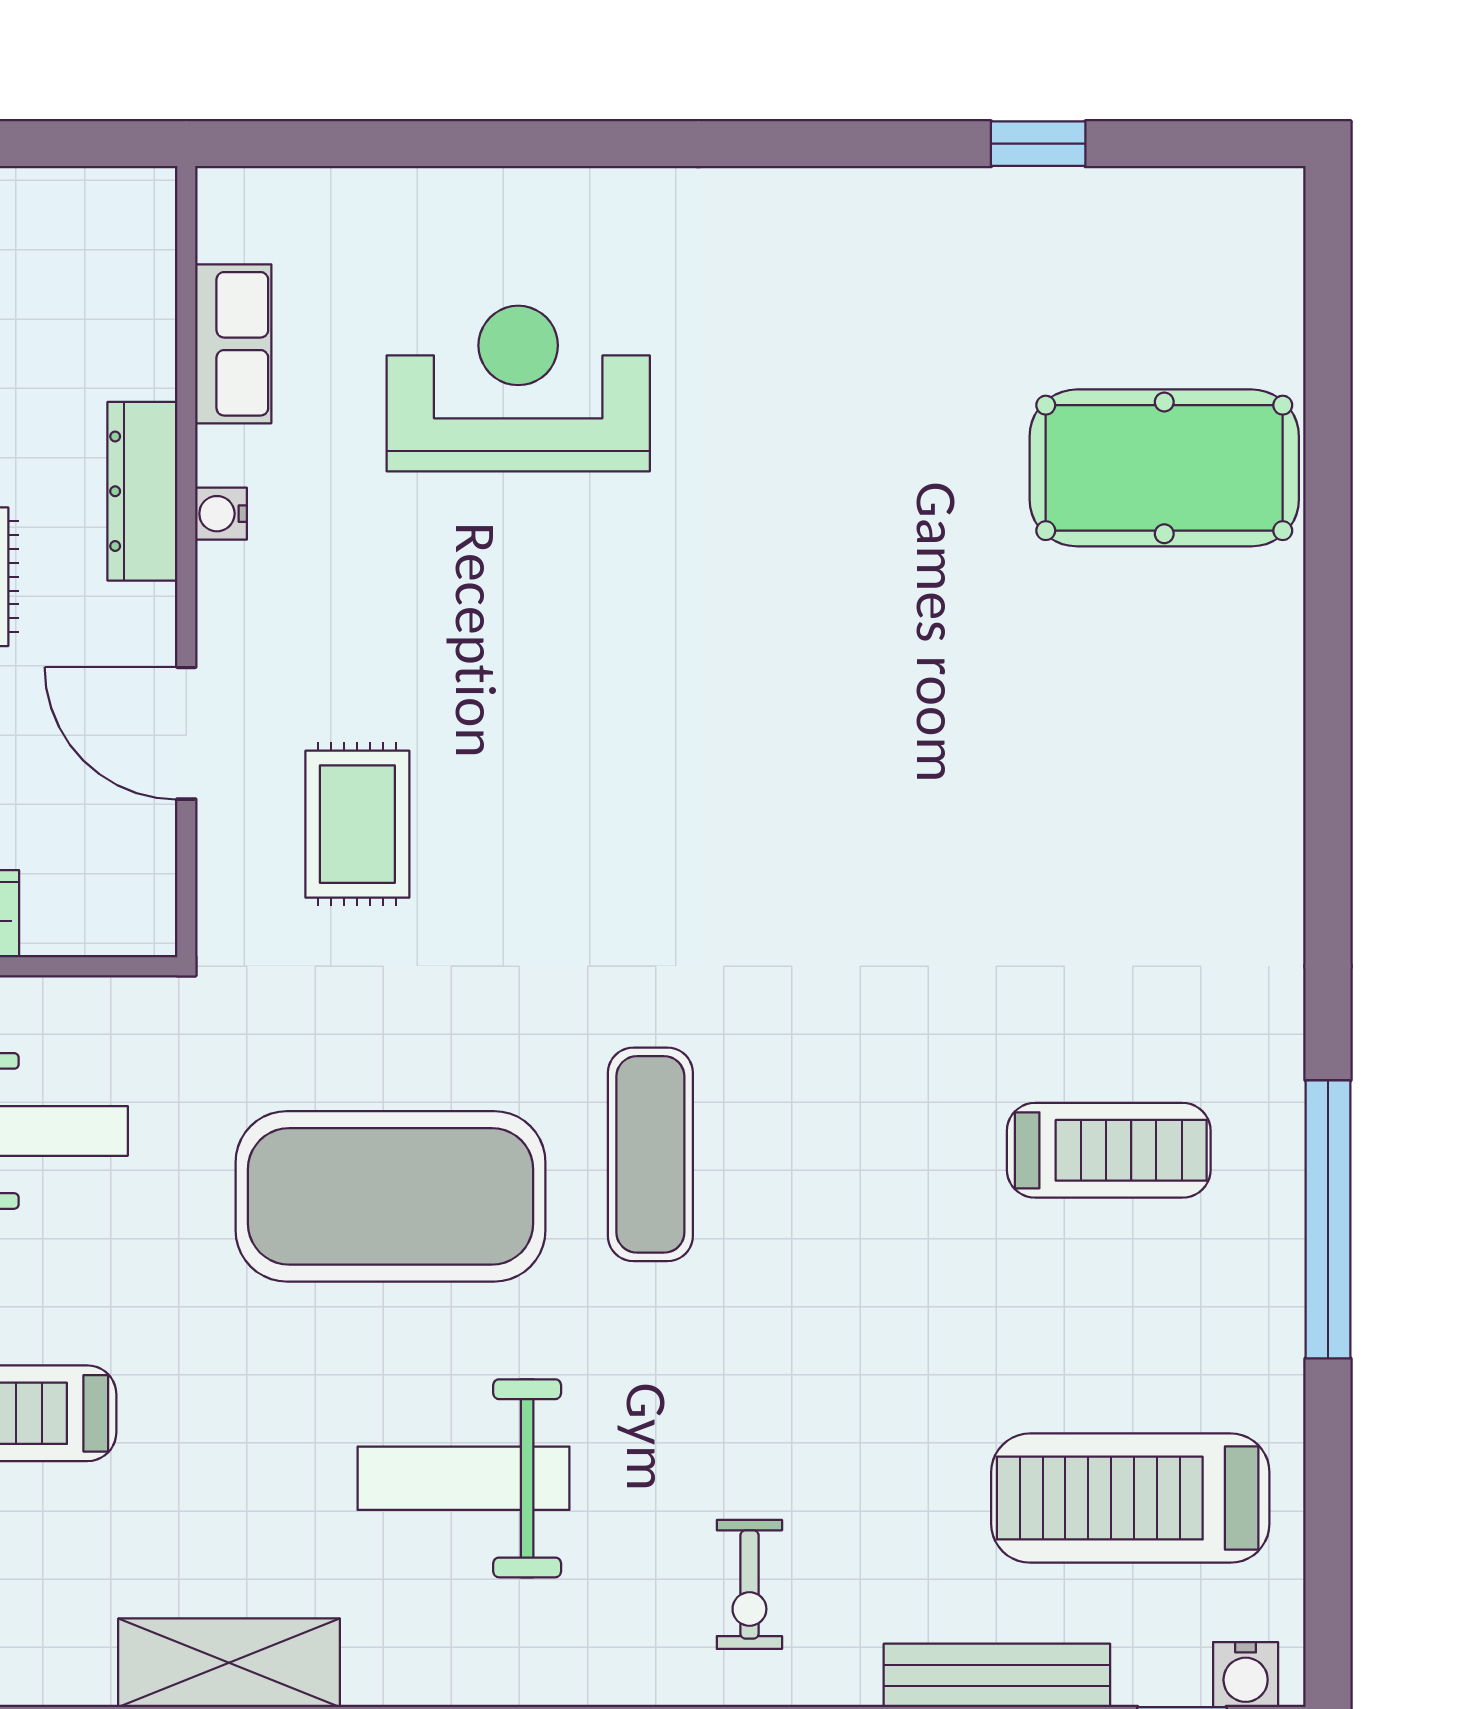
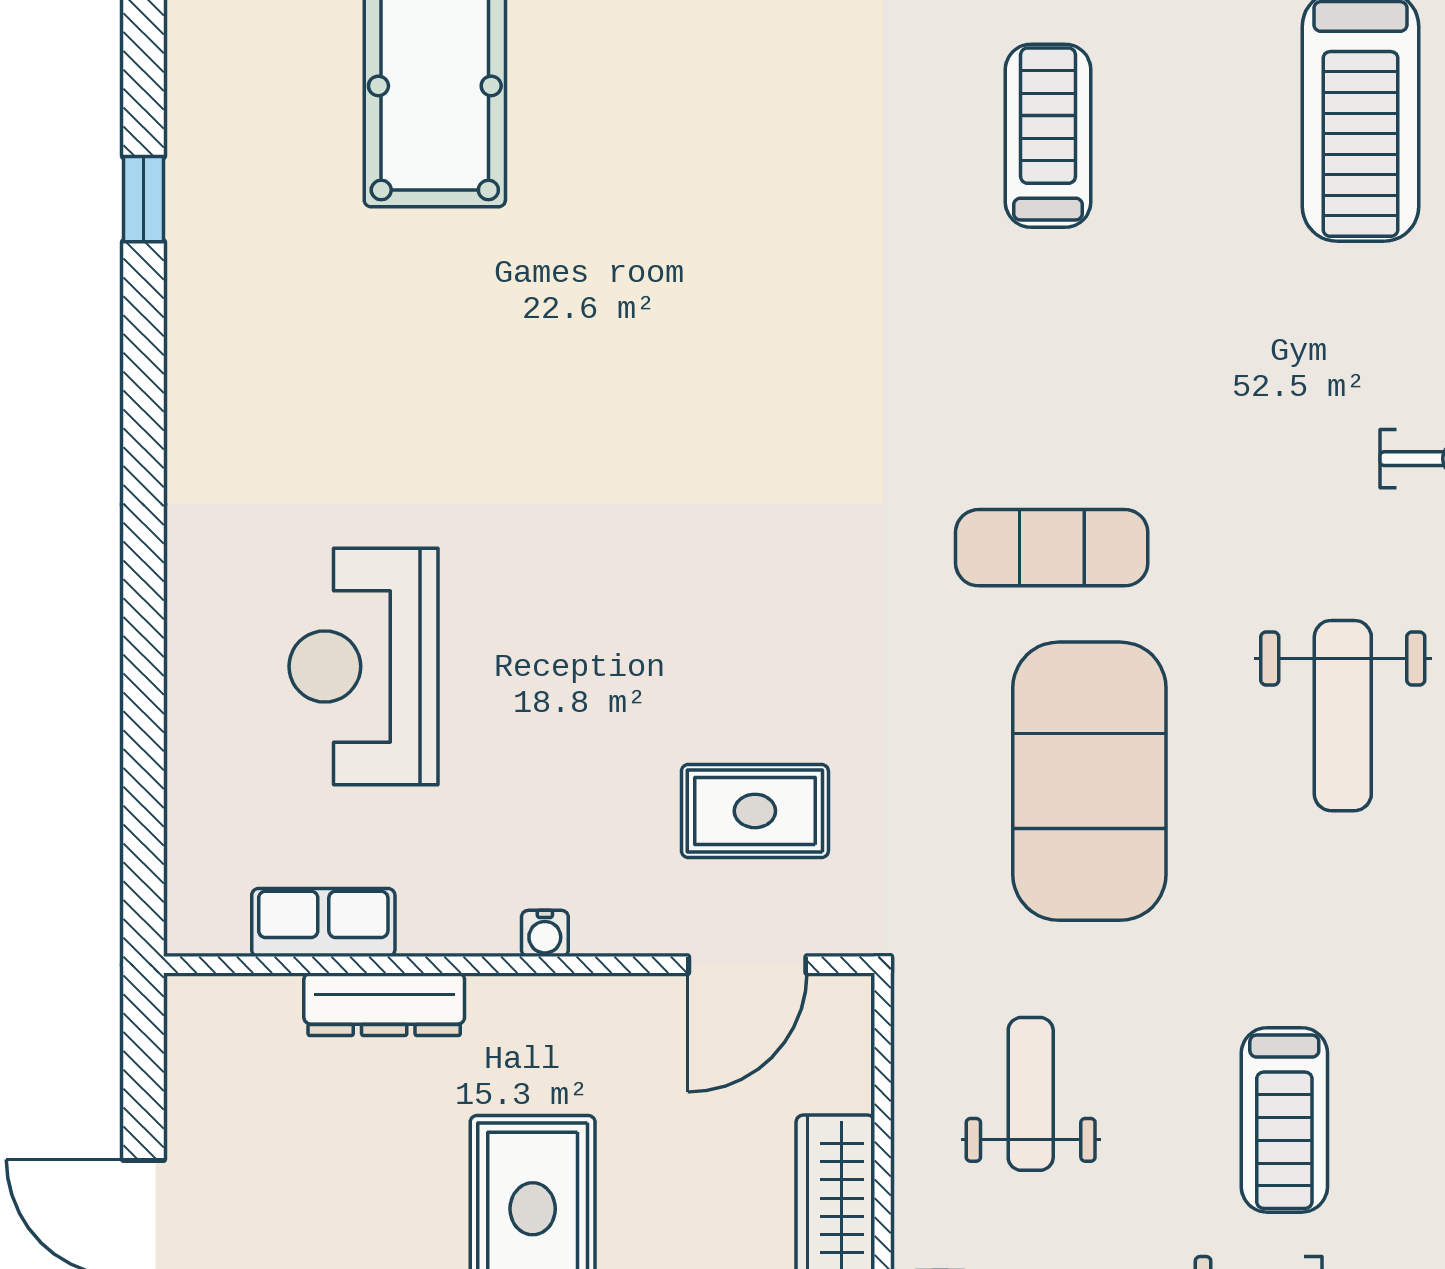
dresser: (142, 491) -> (384, 1004), moved
water cooler: (221, 514) -> (545, 933), moved
door: (186, 733) -> (747, 965), moved

